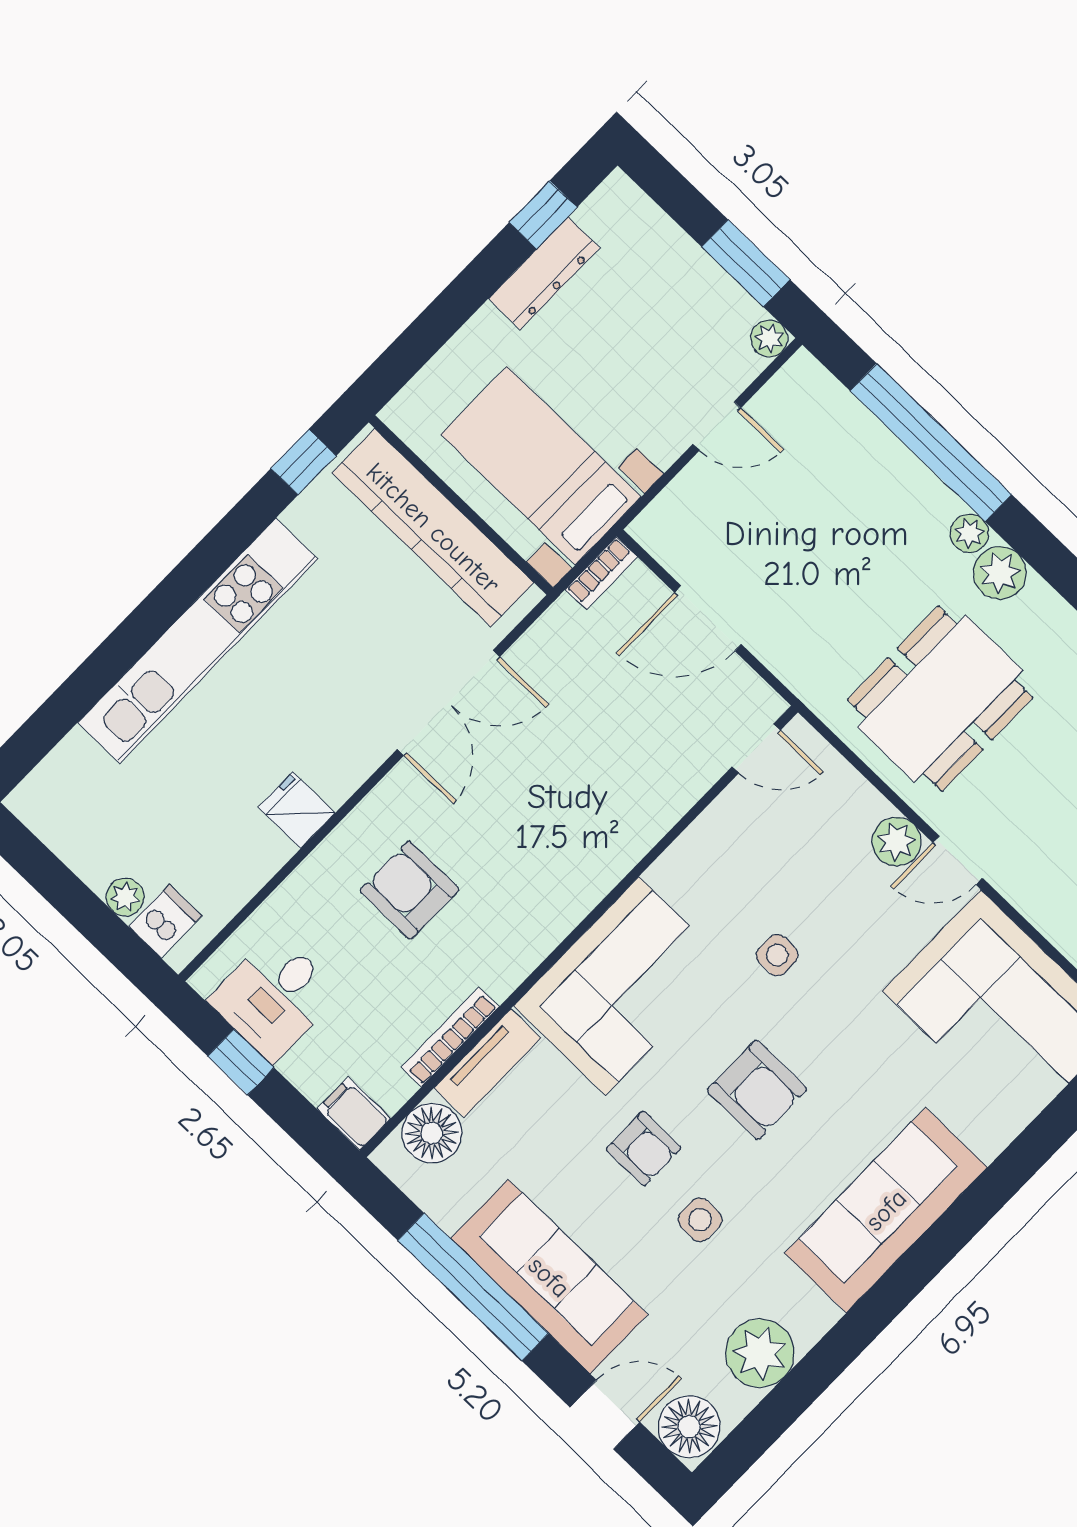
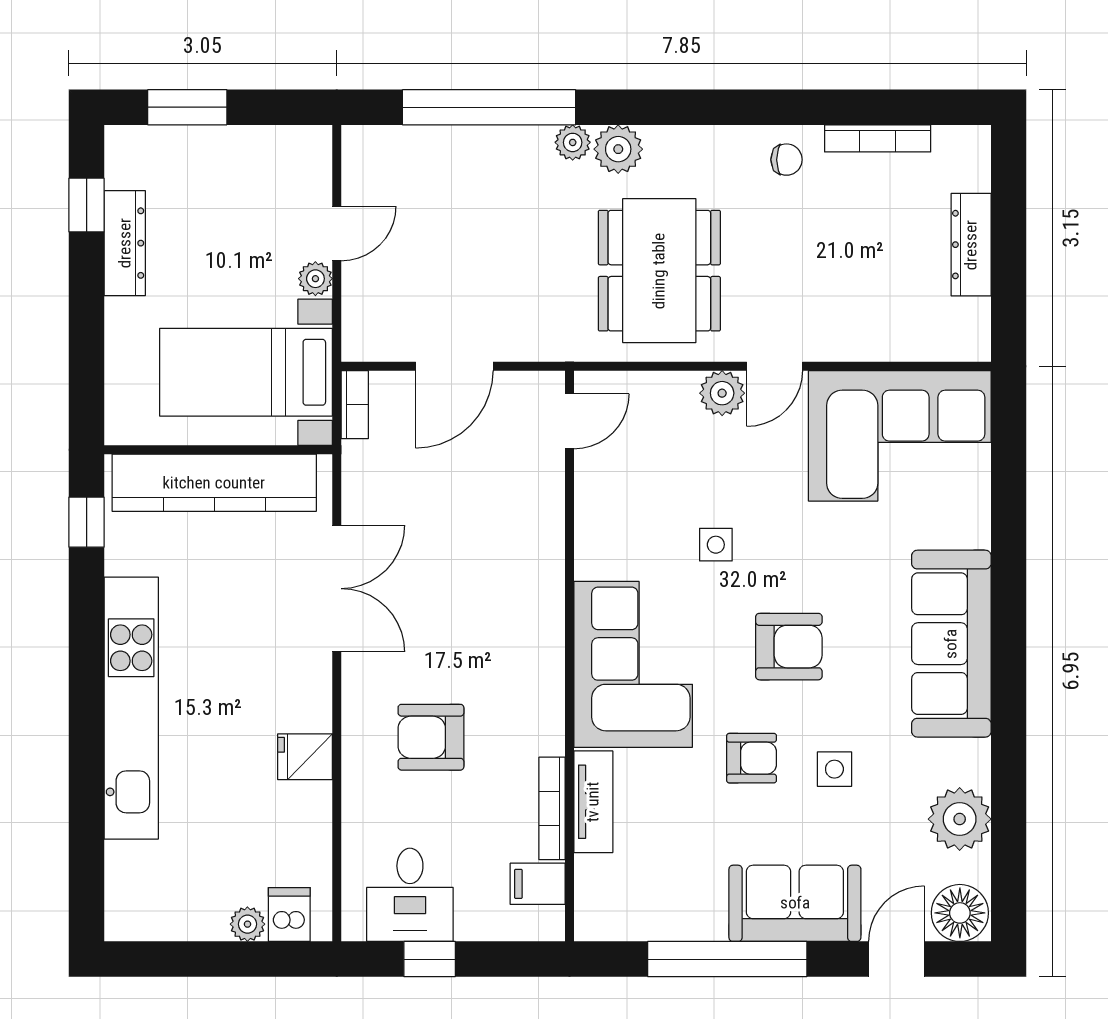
window: (746, 263) -> (187, 107), moved
plant: (769, 338) -> (315, 279), moved
filing cabinet: (354, 1114) -> (538, 884), moved
floor lamp: (432, 1133) -> (601, 884), removed
sofa: (549, 1277) -> (795, 903), width x0.73

